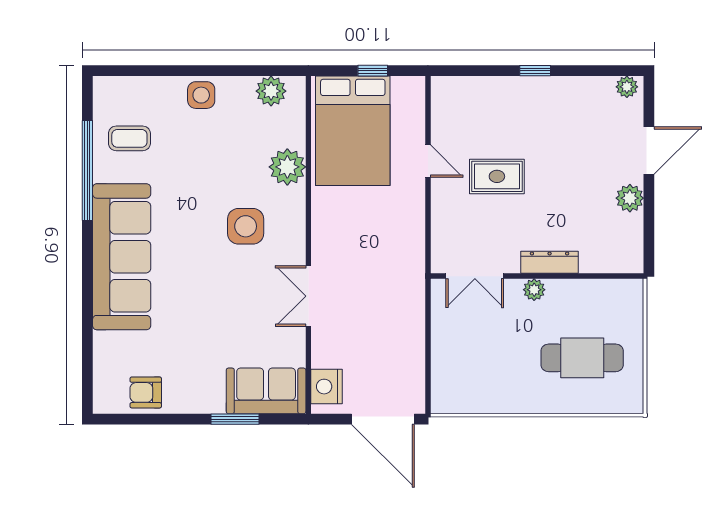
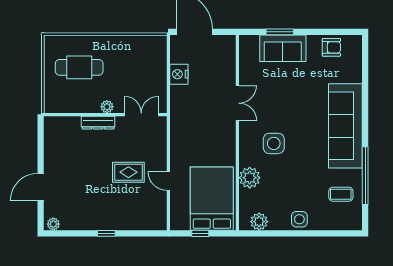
plant: (630, 198) -> (52, 160), removed
nightstand: (327, 387) -> (179, 74), moved, turned 180
sofa: (266, 391) -> (283, 48), moved

